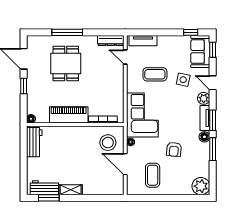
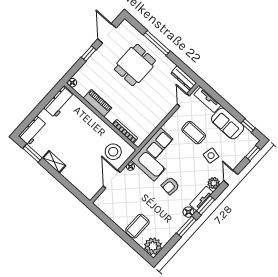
sofa: (200, 52) -> (228, 124), moved, turned -90
piano: (69, 115) -> (98, 103), width x0.73, depth x0.75
armchair: (174, 149) -> (170, 186), moved
coffee table: (153, 175) -> (137, 226), moved
workbench: (44, 188) -> (33, 131), moved, turned 90

